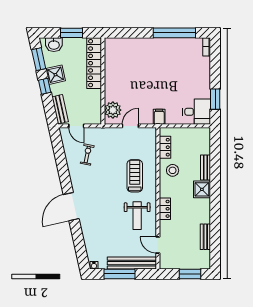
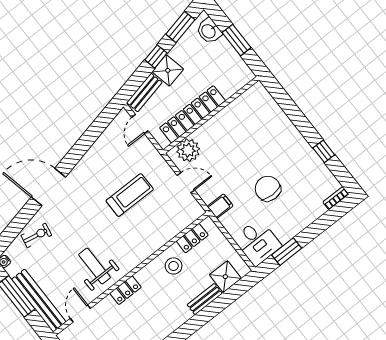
window: (174, 33) -> (324, 151), width x0.32
locker: (94, 63) -> (193, 114), moved
shower: (55, 75) -> (168, 70), moved
chair: (171, 82) -> (268, 189), added
exercise bike: (87, 154) -> (36, 235), moved
treadmill: (135, 176) -> (130, 195), moved
shower: (202, 189) -> (225, 277), moved
weight bench: (137, 216) -> (95, 266), turned 90

